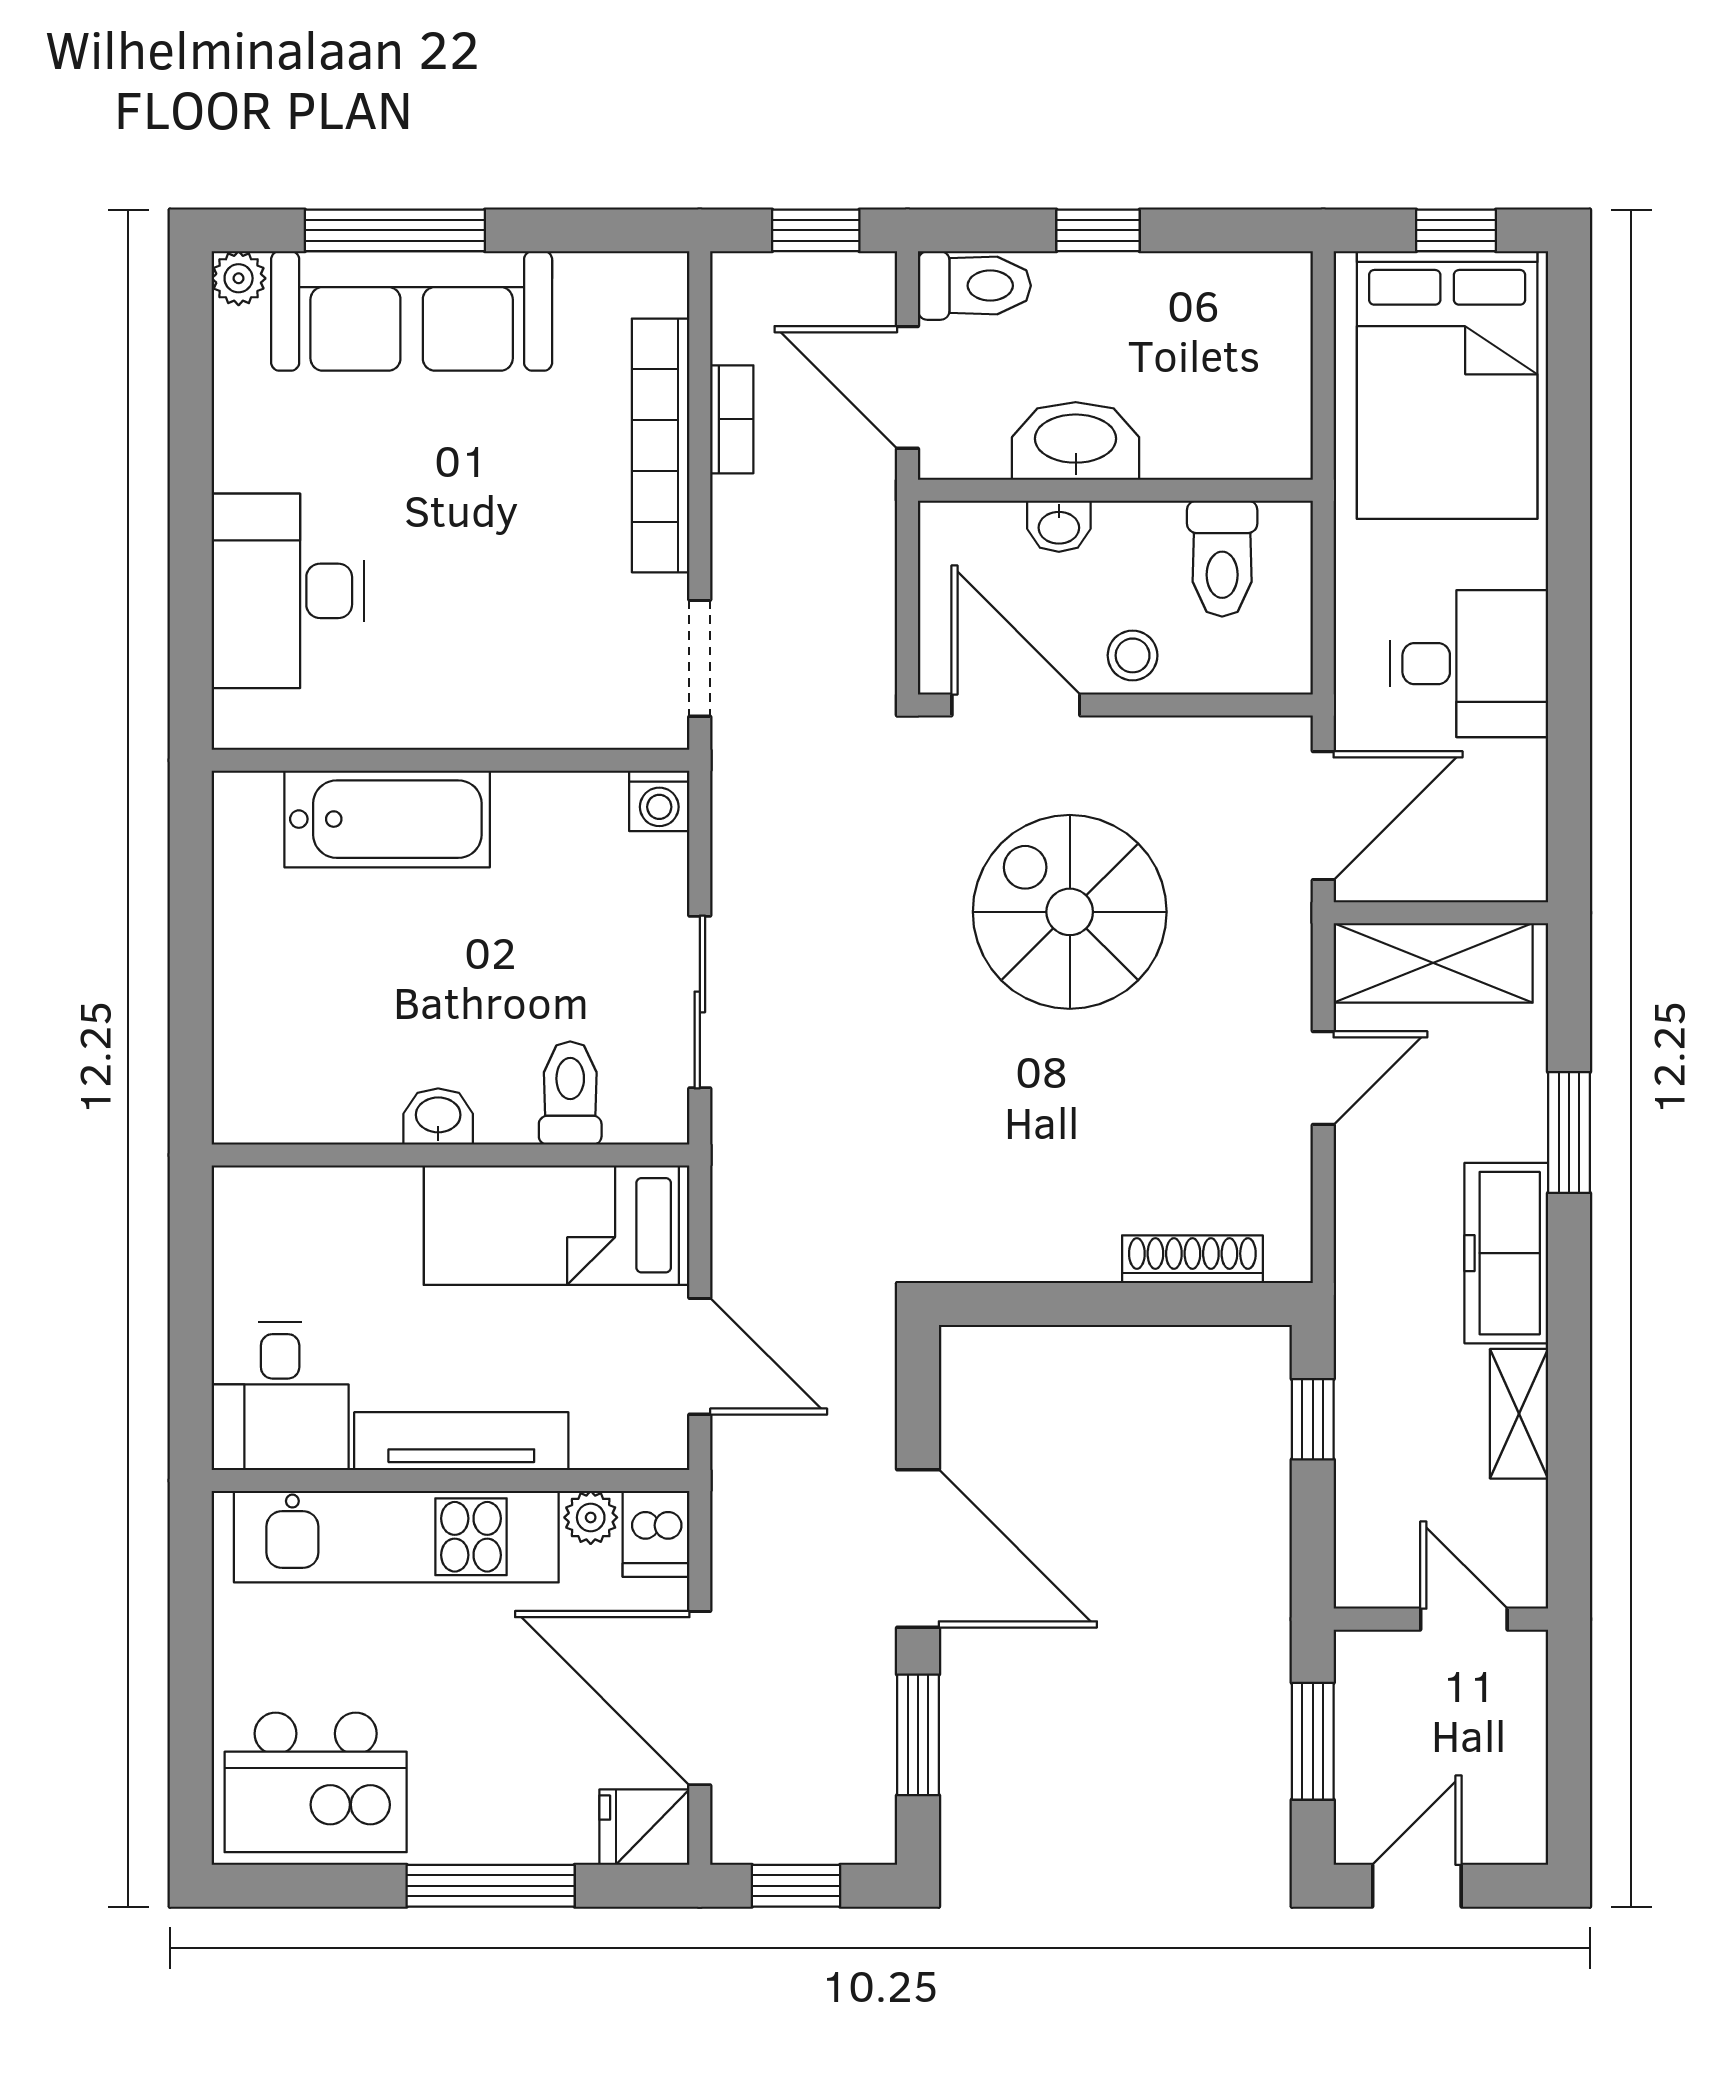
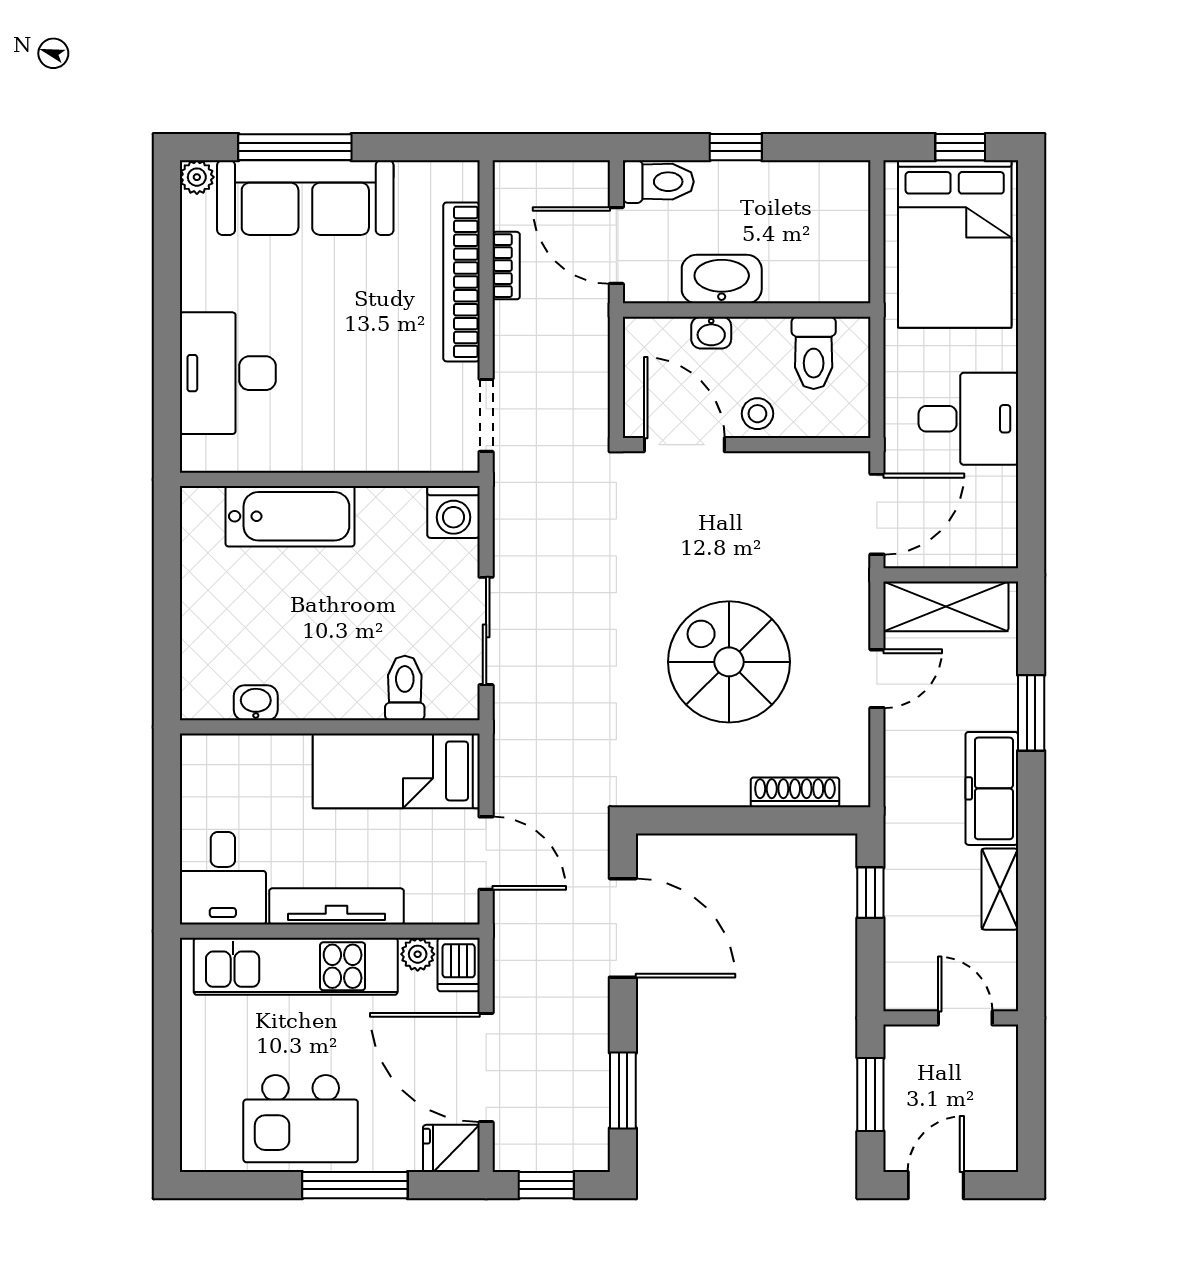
window: (816, 230) -> (559, 147), removed
washing machine: (659, 801) -> (453, 512), width x1.38, depth x1.38
spiral stairs: (1070, 912) -> (729, 662), moved
washbasin: (438, 1117) -> (256, 703), moved
door: (918, 1548) -> (623, 928), moved
kitchen island: (316, 1782) -> (301, 1119), moved

